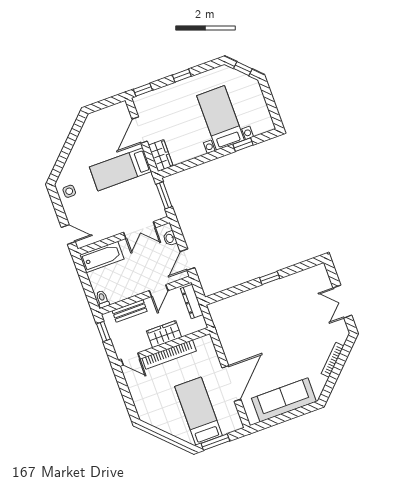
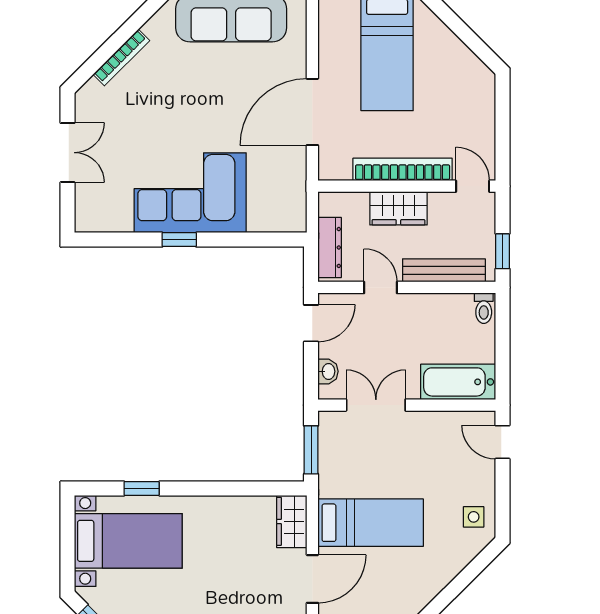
bed with nightstands: (221, 118) -> (128, 541), moved, turned -90
door: (159, 291) -> (381, 287), hinge flipped
corner sofa: (273, 304) -> (190, 193), added
bench: (130, 311) -> (444, 270), width x1.36
door: (231, 383) -> (312, 112), moved

